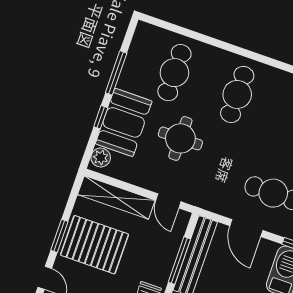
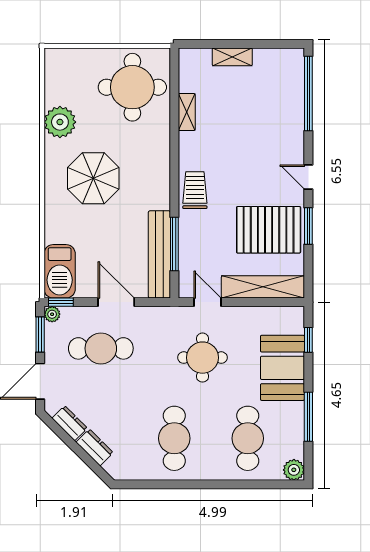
window: (101, 117) -> (308, 340), moved
round table: (180, 138) -> (202, 358), moved
plant: (101, 157) -> (294, 470), moved

